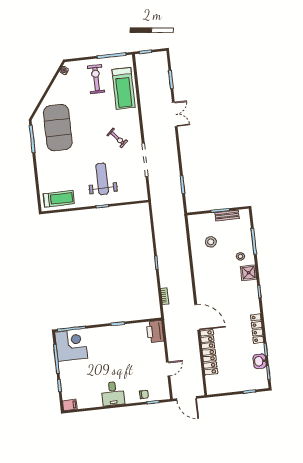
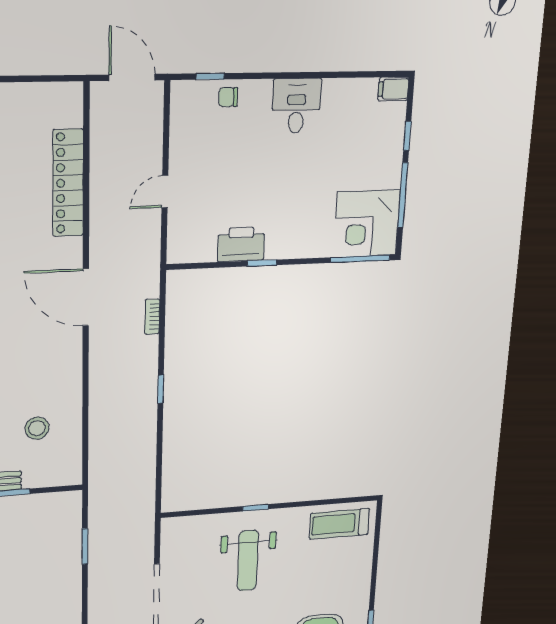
door: (197, 317) -> (86, 297), moved
printer: (155, 332) -> (241, 244), moved, turned -90
door: (168, 369) -> (165, 192), moved

